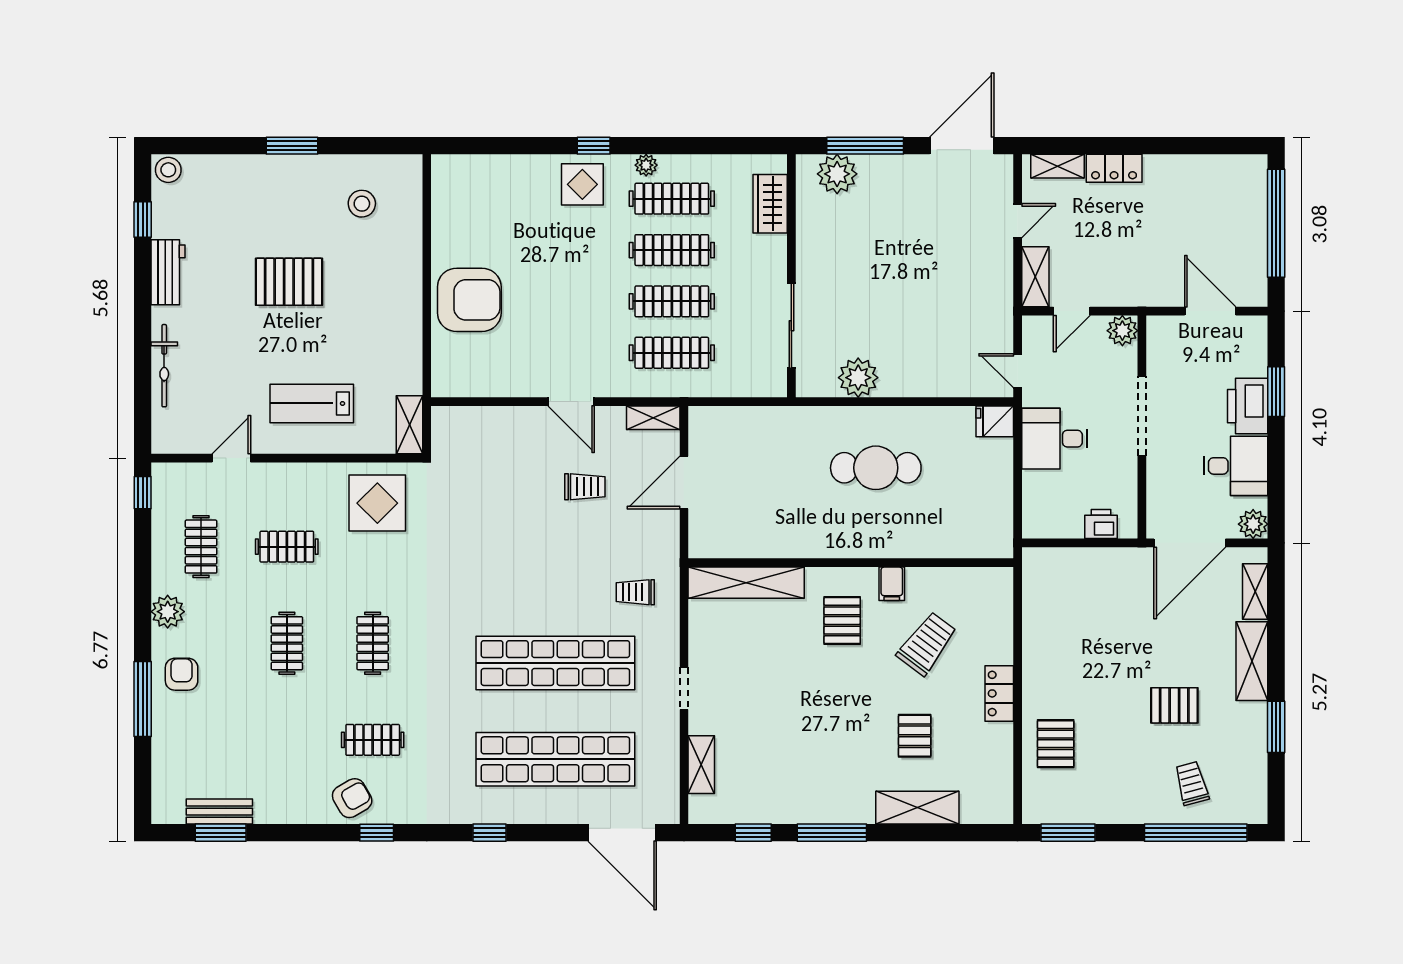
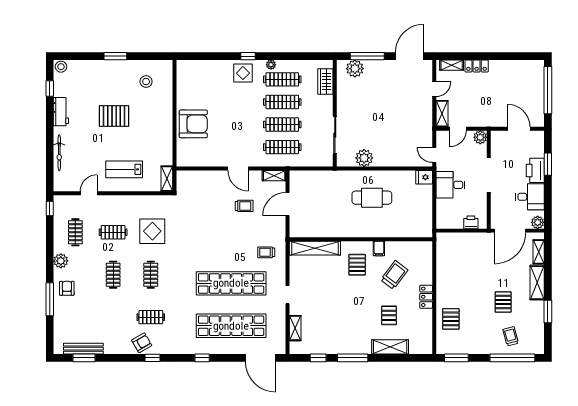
display table: (377, 503) -> (152, 231), moved
pallet: (1174, 705) -> (503, 302), turned 90
bench: (219, 812) -> (83, 349), width x1.36

